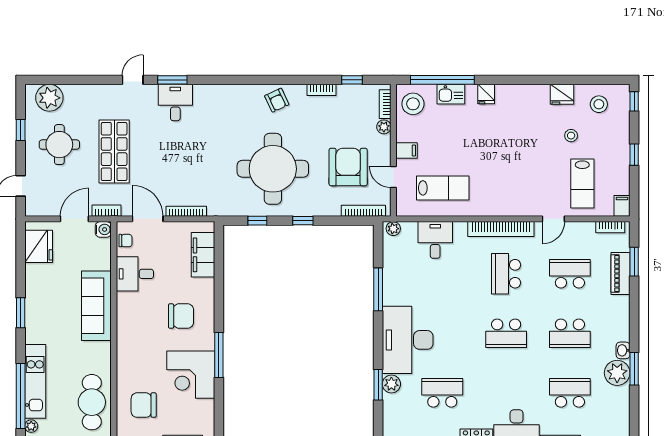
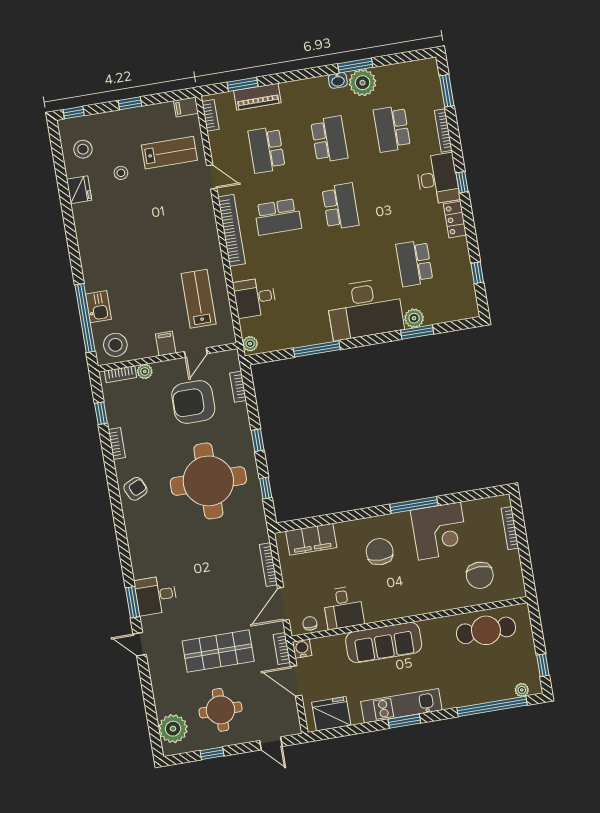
fridge: (486, 94) -> (92, 269), removed
bookcase: (363, 211) -> (238, 387), width x0.64
kitchen unit: (35, 381) -> (401, 706), moved

